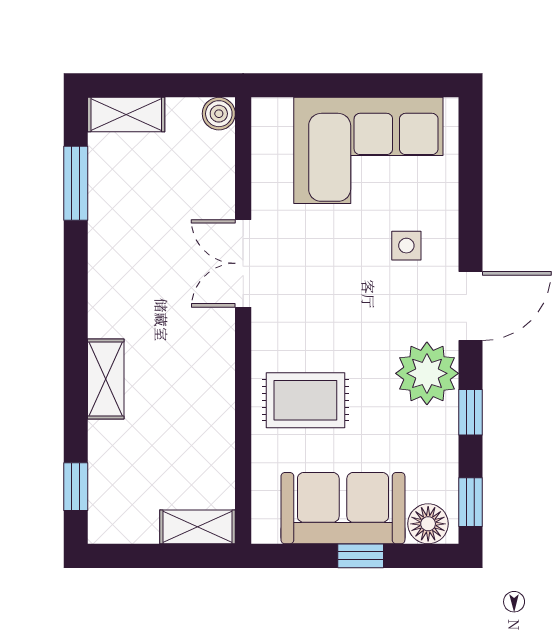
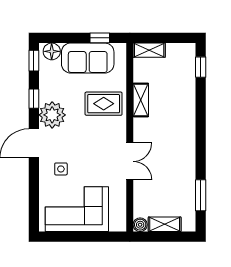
shelving: (126, 115) -> (165, 224), moved
shelving: (106, 379) -> (141, 100), moved
window: (361, 556) -> (100, 38), moved

